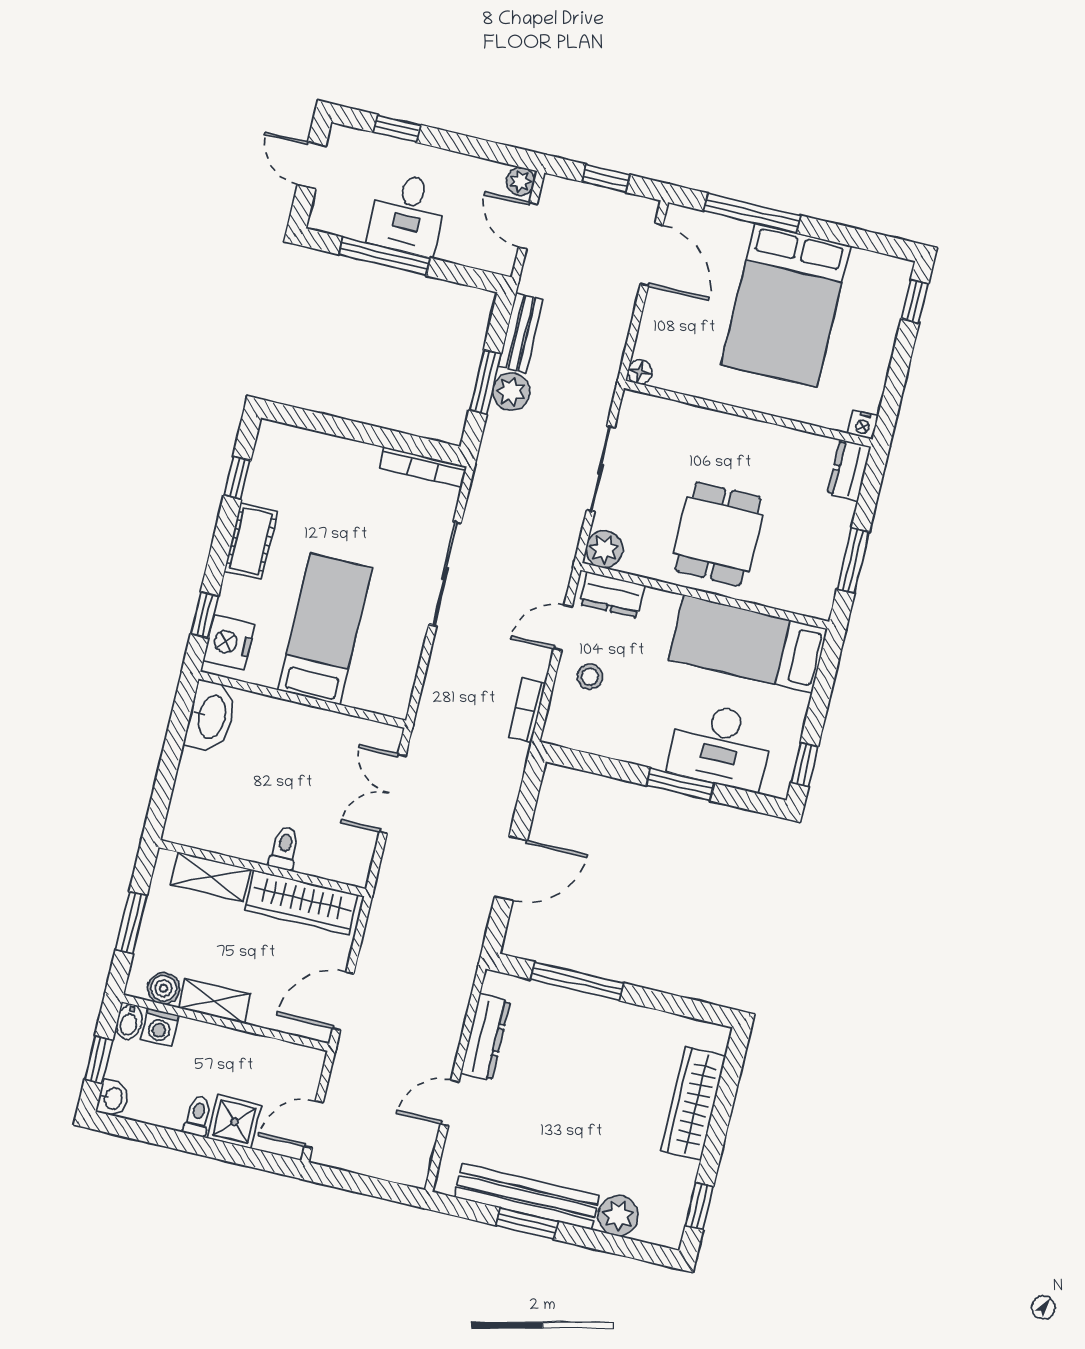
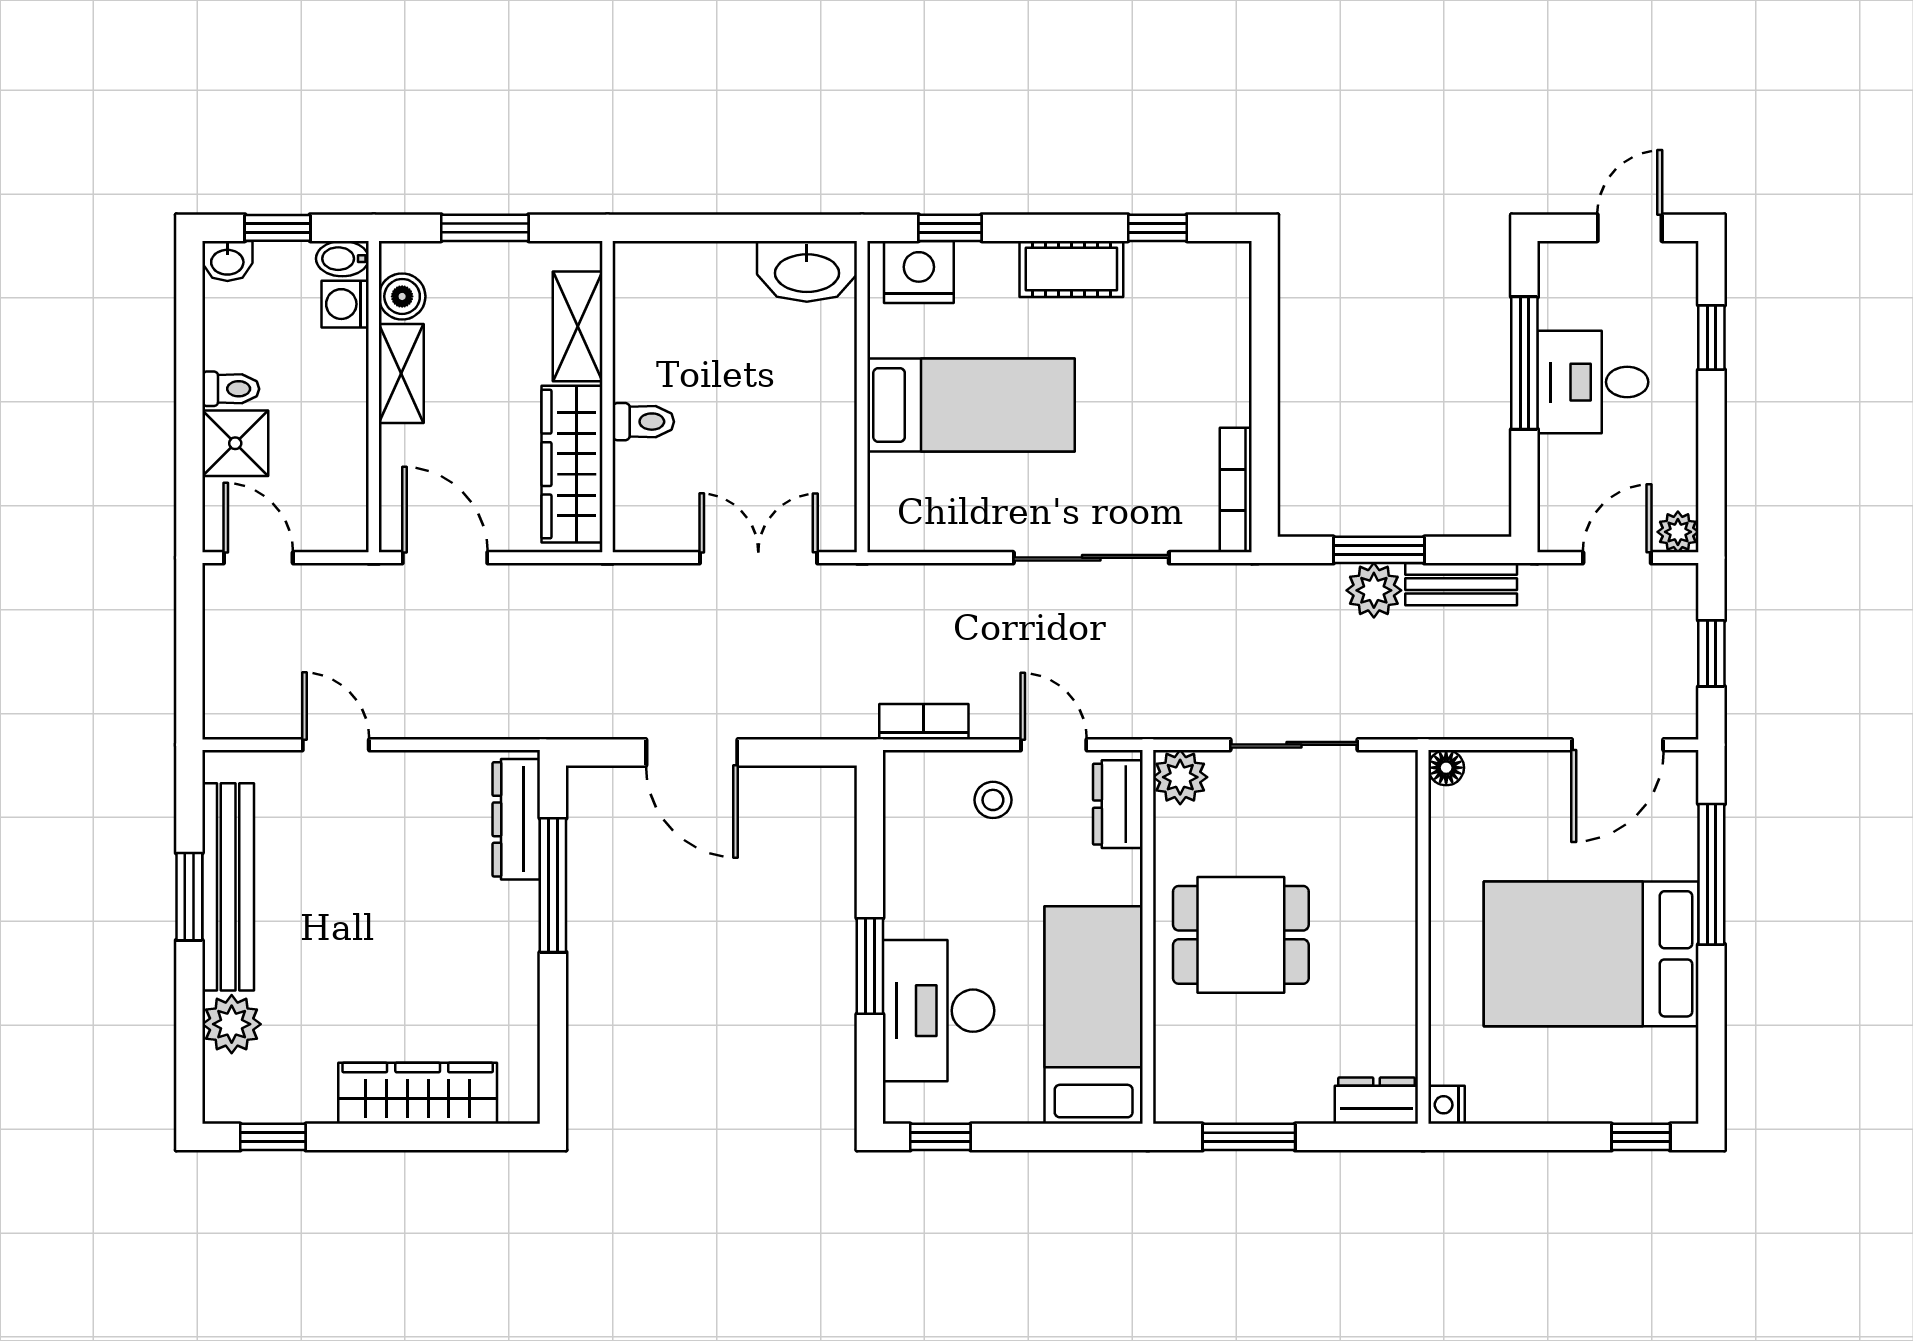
dresser: (485, 1037) -> (516, 819), moved, turned 90

